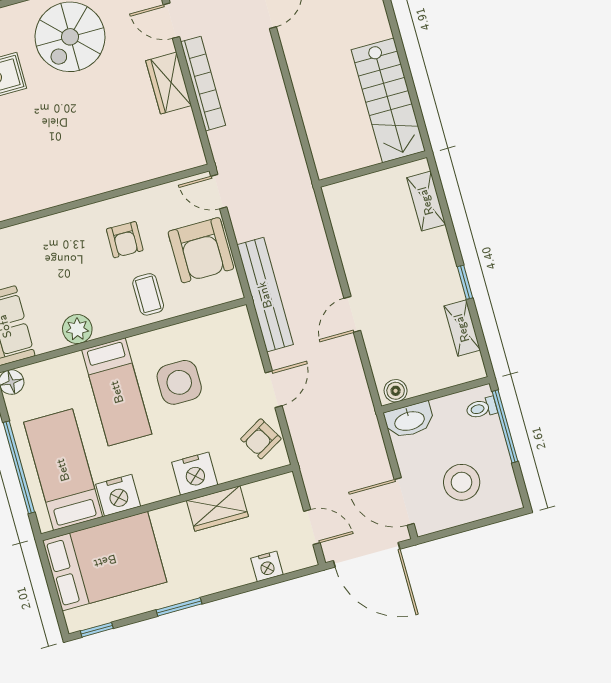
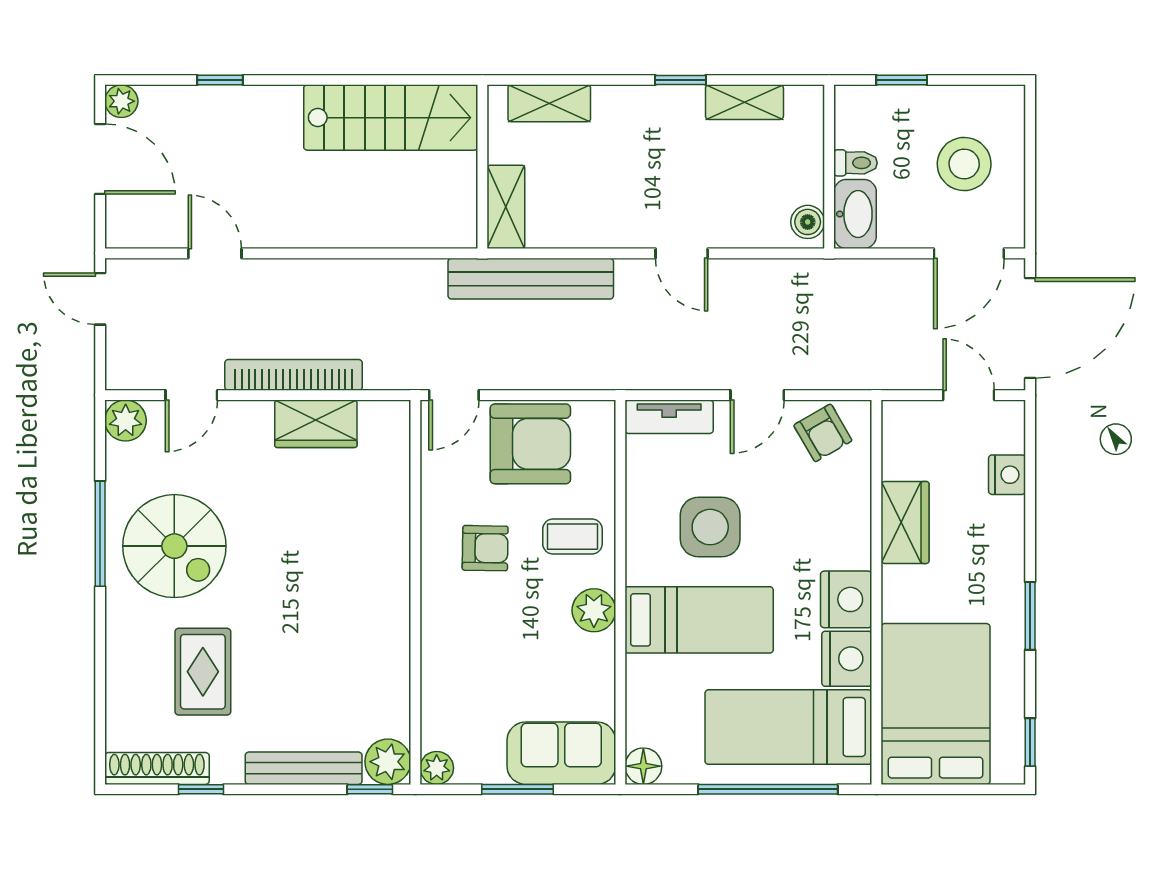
wardrobe: (169, 83) -> (316, 424), moved
shelving: (351, 192) -> (506, 207), added
bench: (265, 295) -> (531, 279), moved
plant: (77, 329) -> (594, 610), moved
tv unit: (244, 336) -> (669, 417), added
door: (274, 389) -> (757, 395), swing flipped
toilet: (481, 408) -> (855, 163), moved, turned -90
window: (505, 426) -> (902, 80), width x0.46
nightstand: (195, 474) -> (846, 599), moved
door: (312, 527) -> (969, 395), hinge flipped

